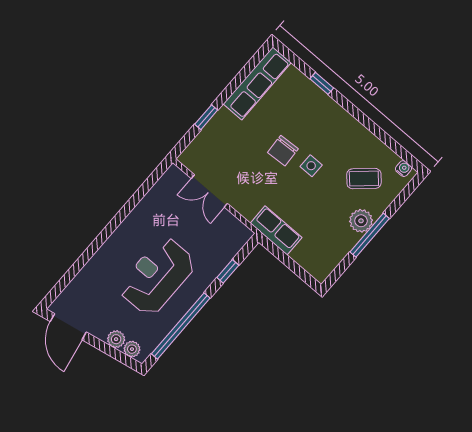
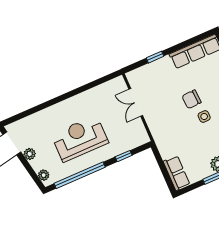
row of seats: (276, 230) -> (177, 173), moved
plant: (116, 339) -> (30, 154), moved

